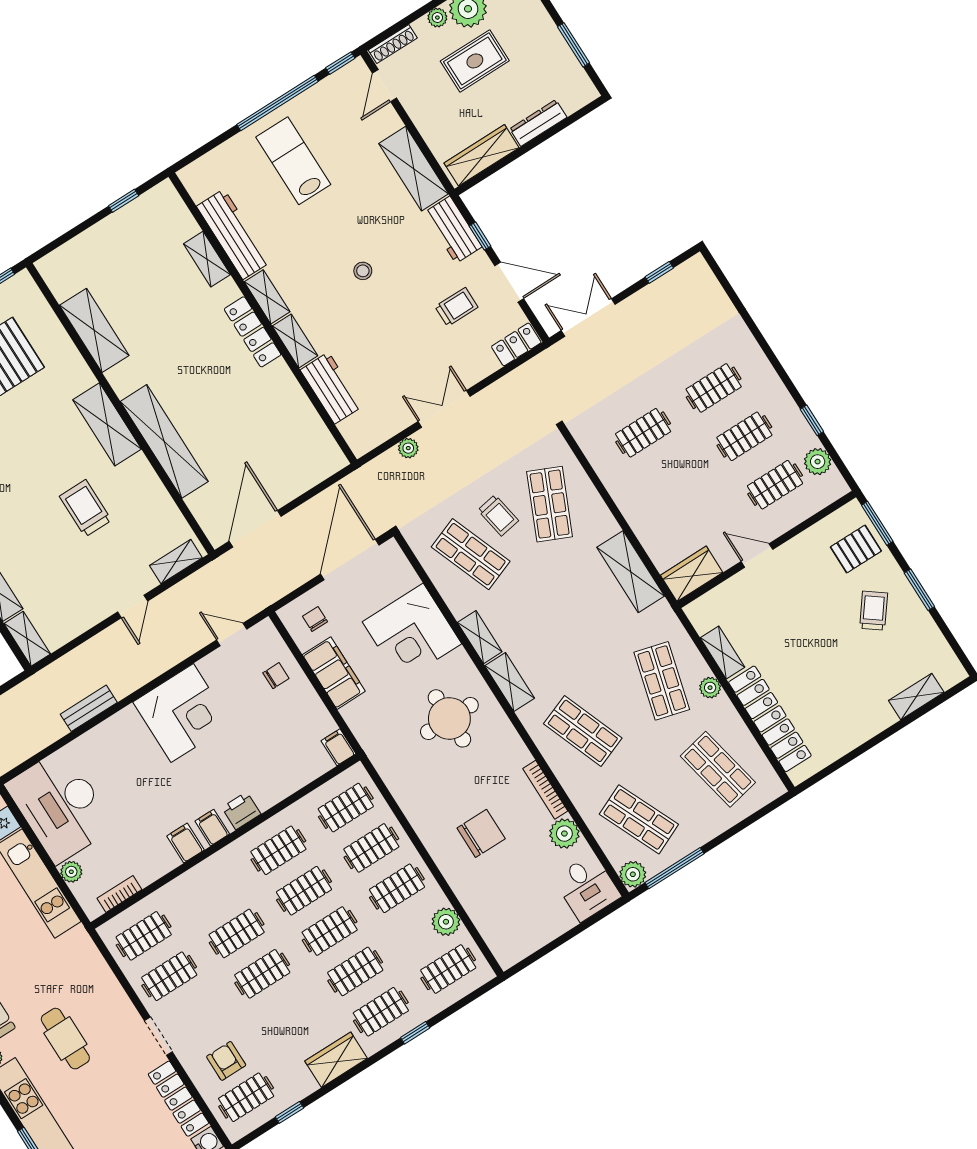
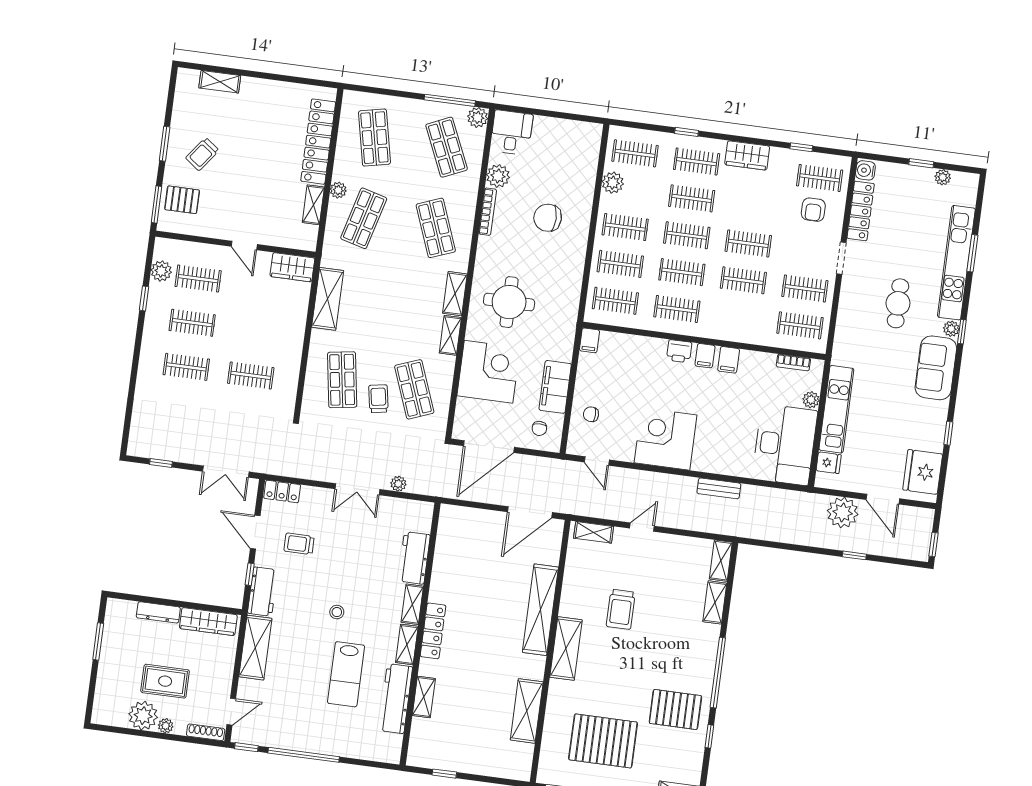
lab bench: (293, 161) -> (346, 674), moved
shop shelf: (550, 504) -> (342, 380), turned -33

